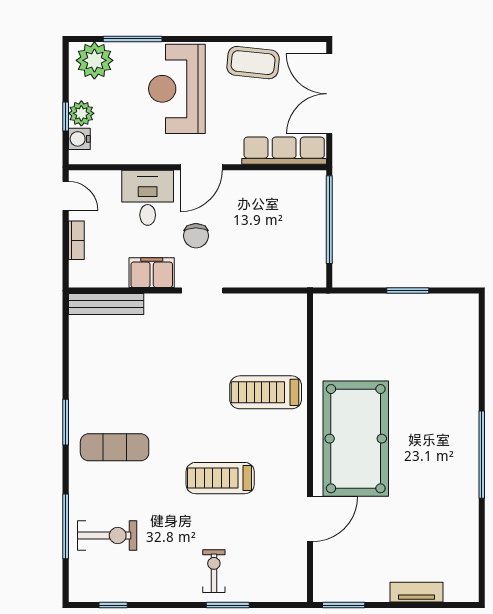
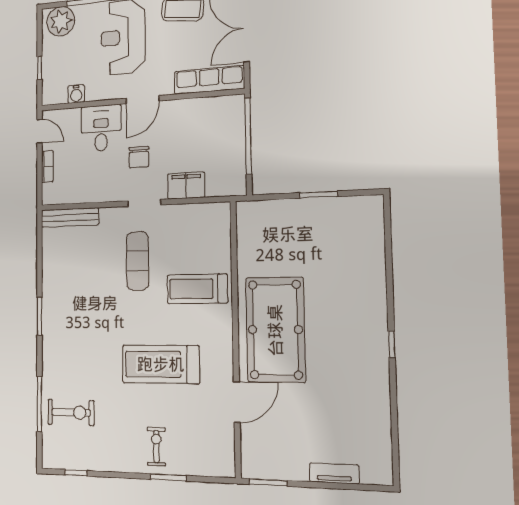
plant: (81, 113) -> (51, 64), removed
water cooler: (79, 139) -> (76, 94), moved, turned -90
filing cabinet: (152, 273) -> (186, 186), moved
exercise mat: (115, 447) -> (138, 261), moved, turned 90
window: (482, 455) -> (392, 344), width x0.32
treadmill: (220, 478) -> (161, 364), width x1.37, depth x1.38

